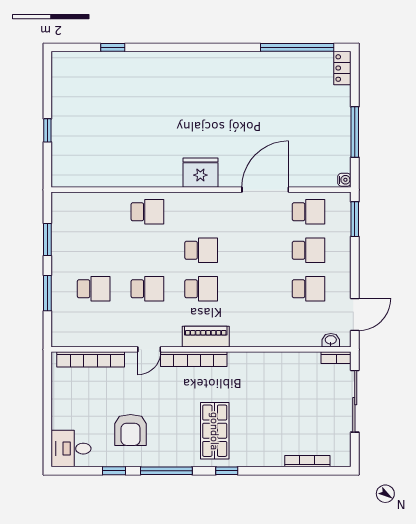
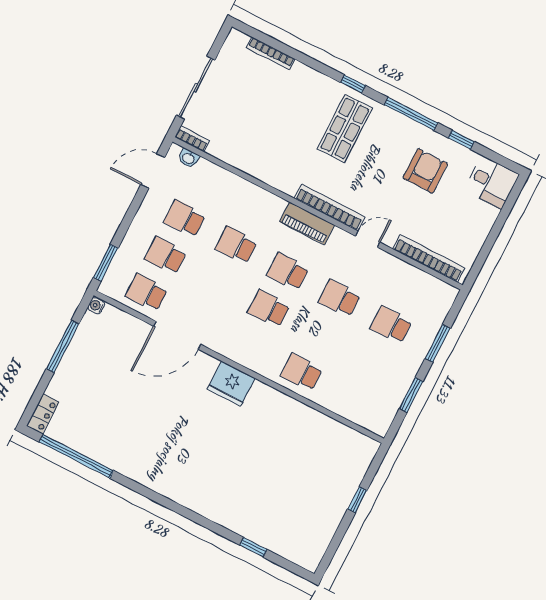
school desk: (255, 289) -> (236, 245), added

